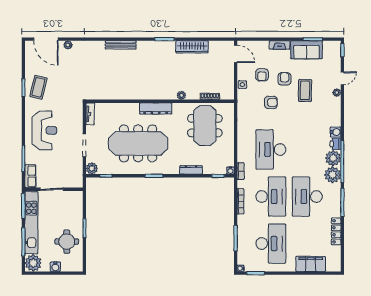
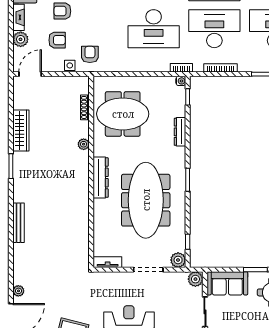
plant: (263, 47) -> (21, 39), added
armchair: (271, 102) -> (90, 54), moved
plant: (77, 182) -> (195, 279), added
sofa: (74, 207) -> (227, 283), added

